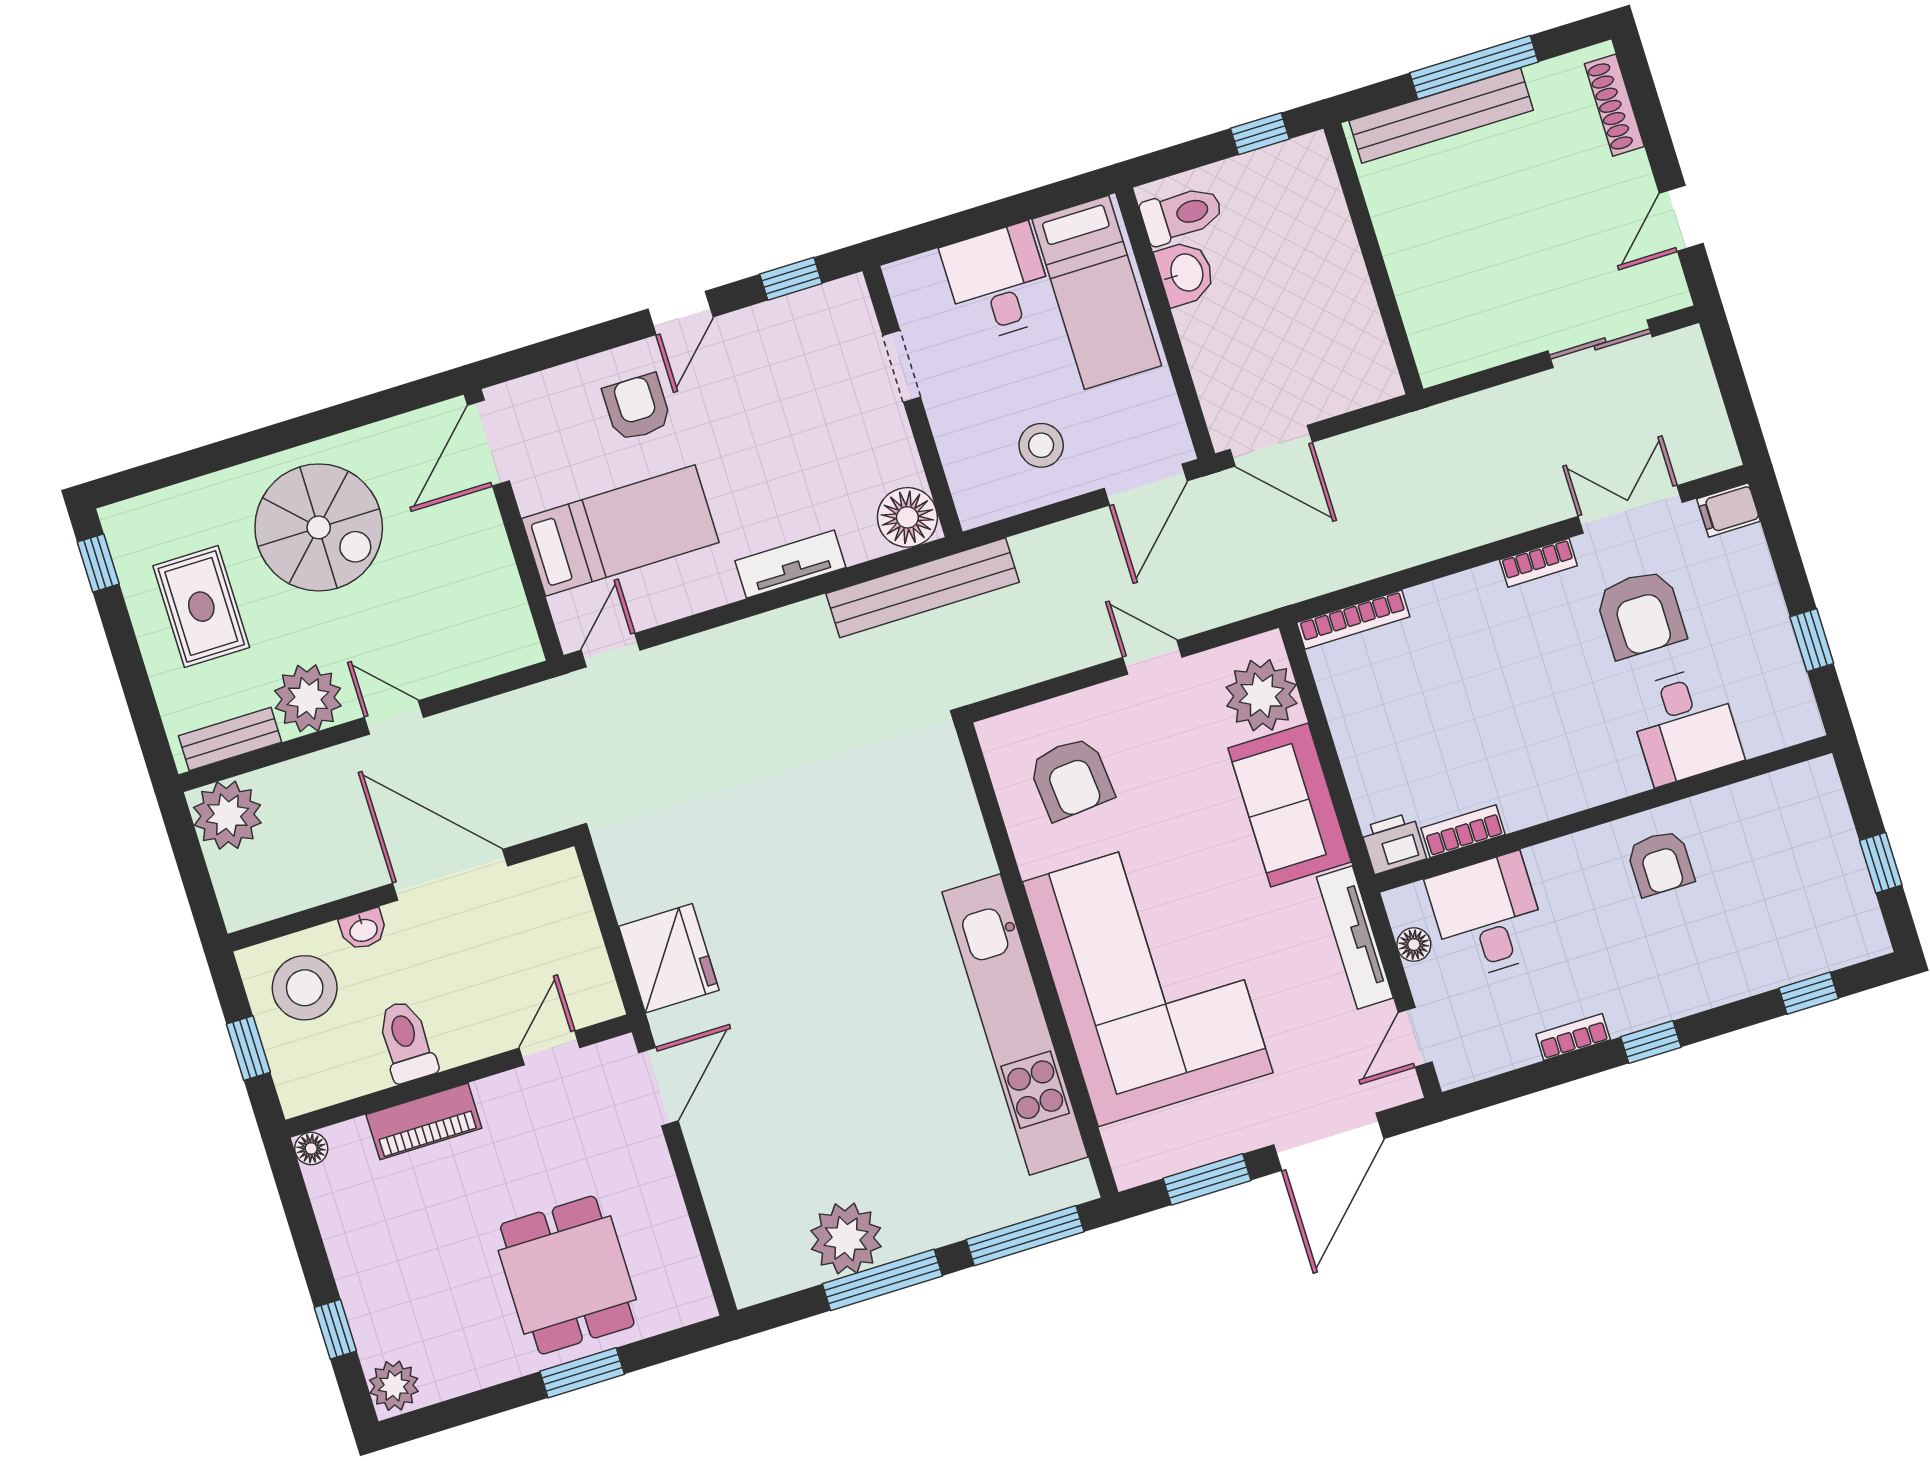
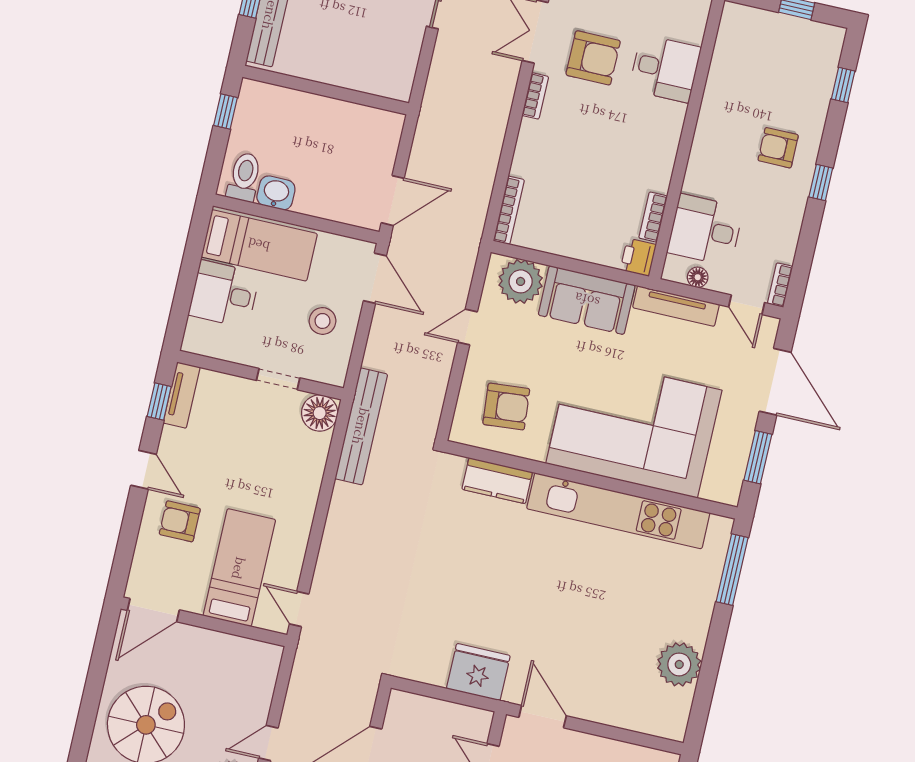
doorway: (902, 366) -> (278, 379), moved
door: (488, 443) -> (153, 610), hinge flipped
tv unit: (790, 564) -> (182, 395), moved, turned 180
kitchen counter: (958, 827) -> (497, 481), added
armchair: (1660, 863) -> (778, 148), moved, turned 180
bookcase: (1573, 1037) -> (780, 285), moved
window: (882, 1280) -> (712, 658), removed

